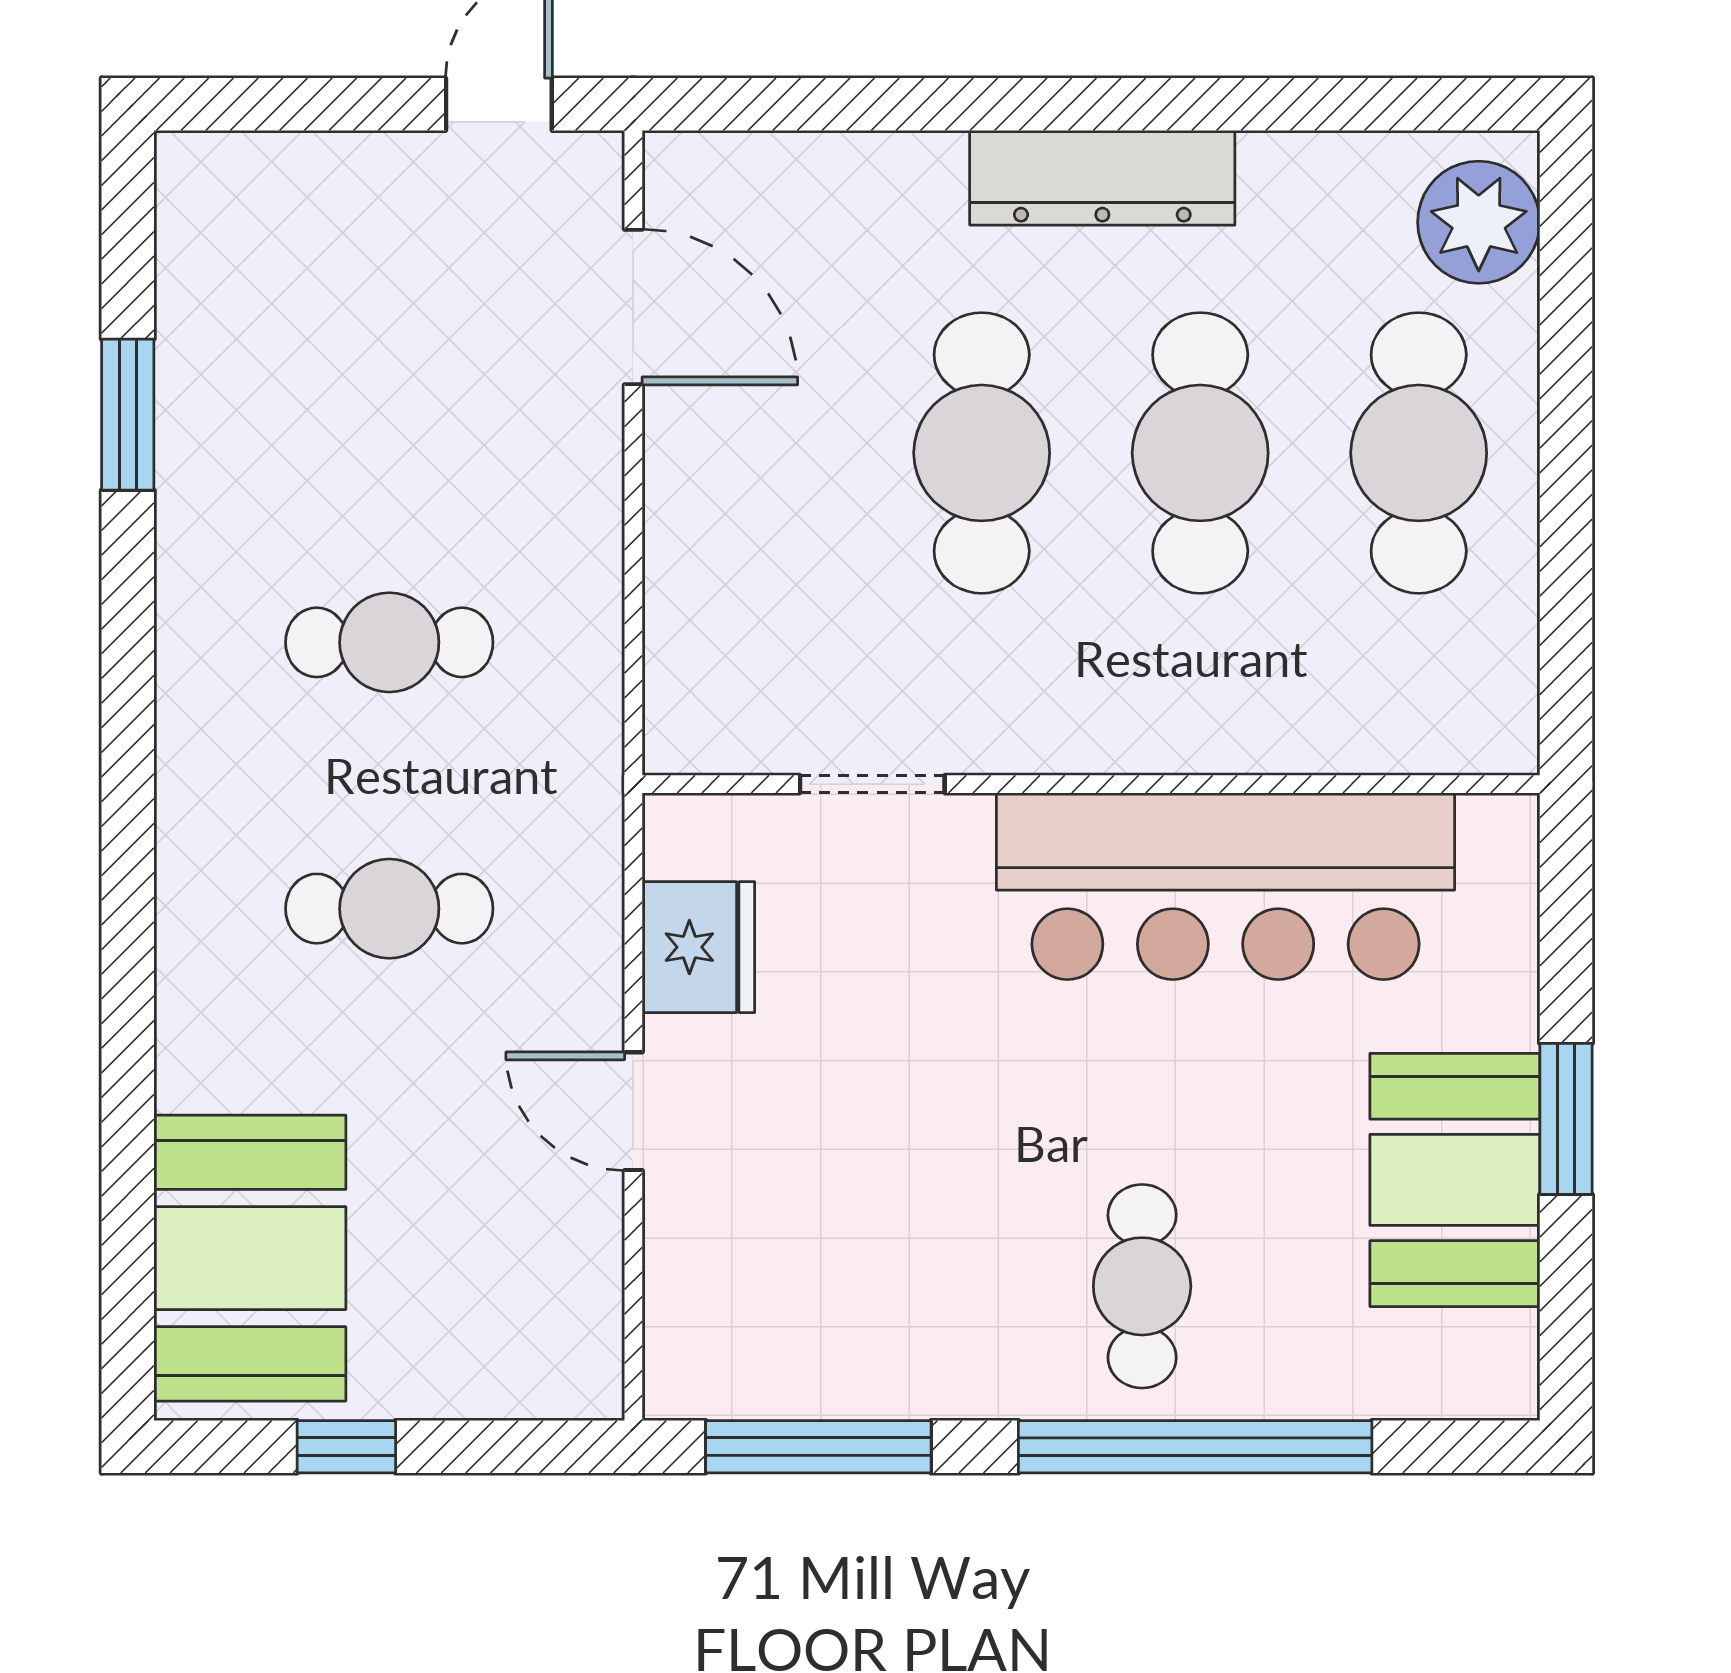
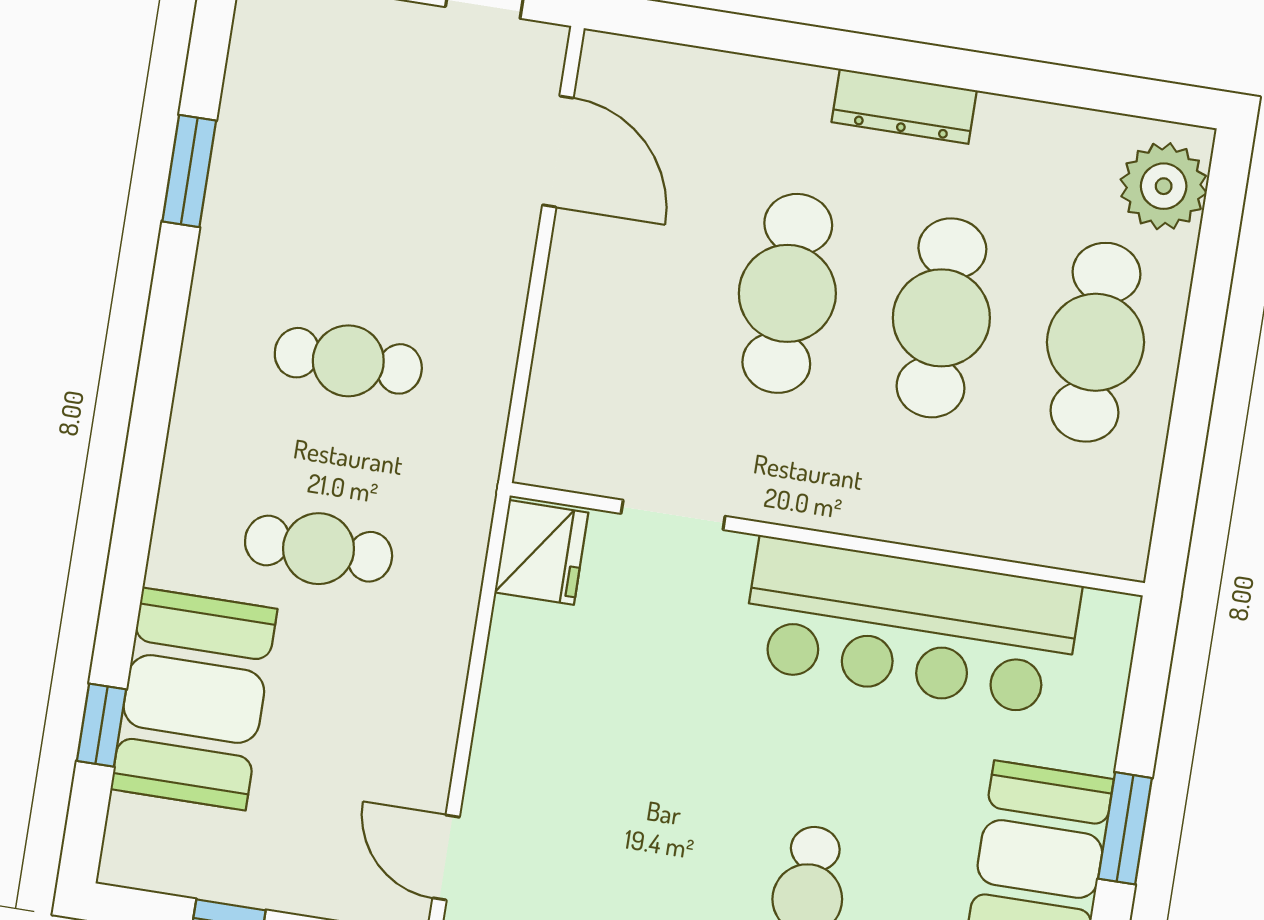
dresser: (1102, 178) -> (904, 106), width x0.73, depth x0.80
fridge: (698, 947) -> (541, 552), moved
door: (633, 1111) -> (446, 858), moved
window: (128, 1200) -> (101, 725), added
booth: (250, 1258) -> (194, 699), moved

